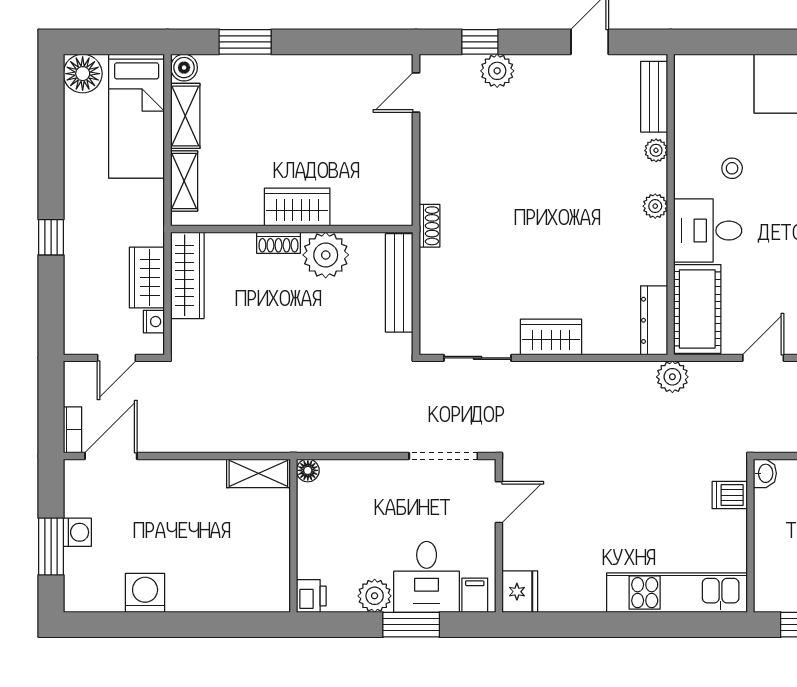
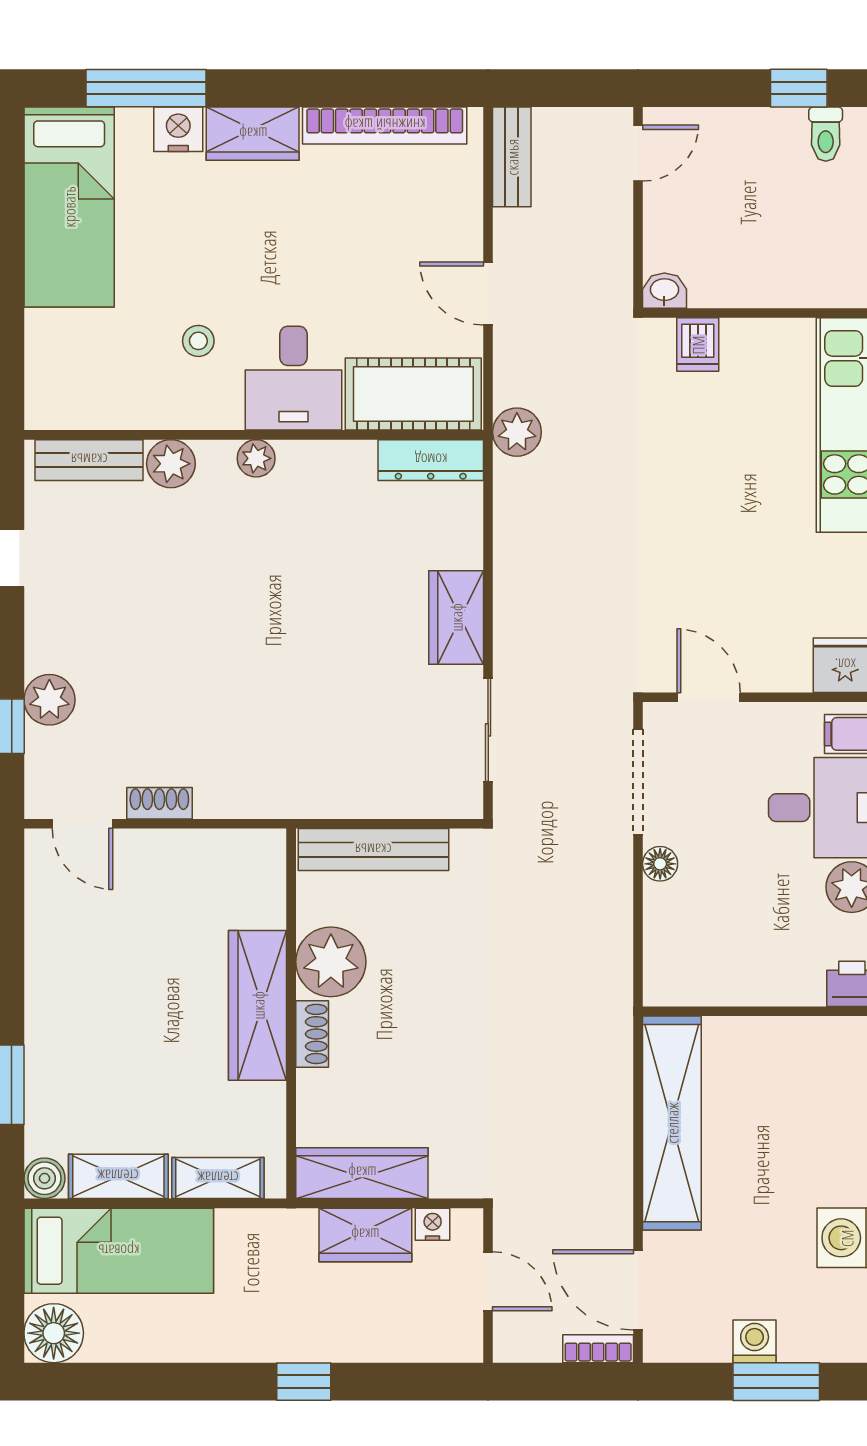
plant: (656, 150) -> (171, 464), width x1.38, depth x1.38
wardrobe: (297, 207) -> (258, 1005), width x1.50
shoe rack: (429, 226) -> (159, 803), moved
floor lamp: (308, 470) -> (660, 864), moved
shelving: (258, 473) -> (672, 1123), width x2.20, depth x1.33

